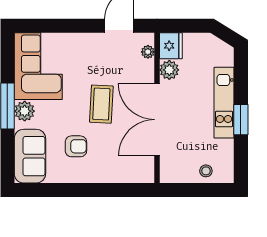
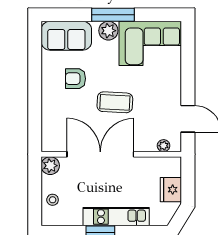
fridge: (171, 46) -> (171, 190), moved, turned 90
plant: (169, 70) -> (50, 166), moved
armchair: (76, 146) -> (75, 79), turned 90

